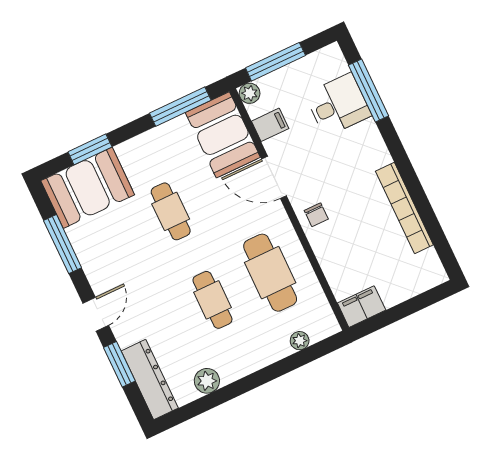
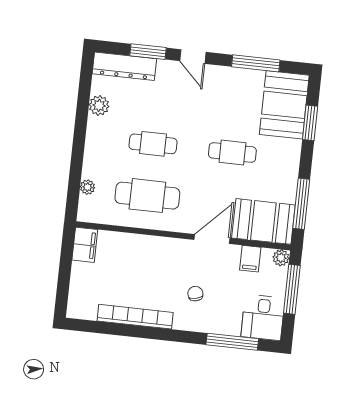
desk: (338, 105) -> (263, 317), moved
chair: (316, 215) -> (195, 294), moved, turned 77

